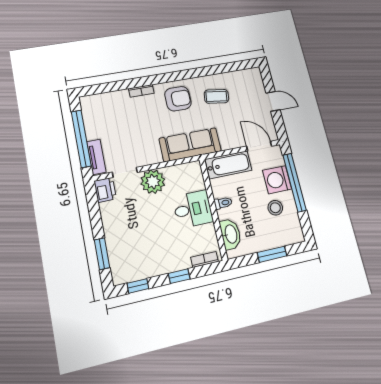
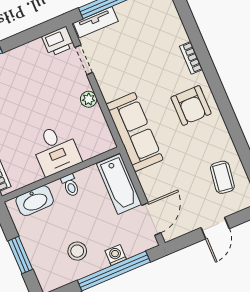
coffee table: (216, 96) -> (222, 177), moved
washing machine: (277, 180) -> (116, 255), width x0.53, depth x0.53
plant: (153, 182) -> (89, 99), width x0.53, depth x0.53

